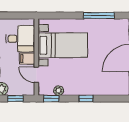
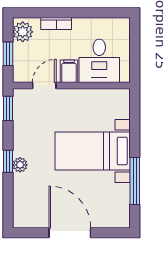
bed with nightstands: (63, 45) -> (93, 151), moved, turned 90
plant: (59, 91) -> (20, 165), moved

